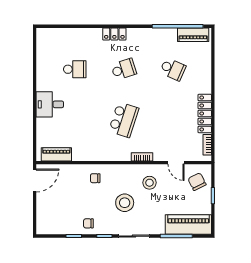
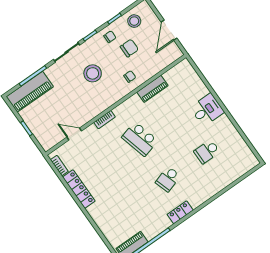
locker: (114, 34) -> (180, 212), moved
school desk: (173, 69) -> (129, 206), removed
school desk: (124, 120) -> (140, 139), turned -33
piano: (56, 154) -> (153, 89), moved
door: (35, 180) -> (169, 30), moved
chair: (197, 182) -> (129, 48), moved, turned -64
stool: (150, 183) -> (134, 21), moved

